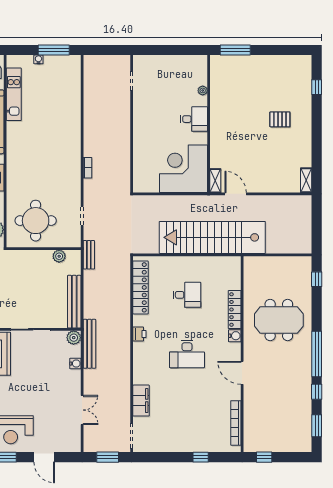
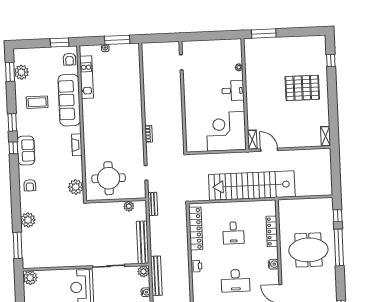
pallet: (280, 119) -> (302, 88), width x2.05, depth x2.00
desk: (187, 295) -> (233, 233), turned 90
locker: (235, 310) -> (272, 231), moved
window: (317, 354) -> (339, 247), moved

